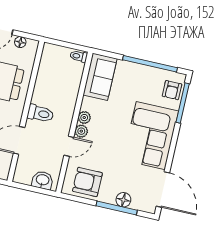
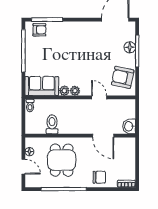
toilet: (40, 113) -> (52, 124), moved
plant: (81, 131) -> (64, 91), moved
corner sofa: (151, 136) -> (77, 38), removed
washbasin: (43, 180) -> (129, 126), moved
armchair: (87, 182) -> (123, 77), turned 102

